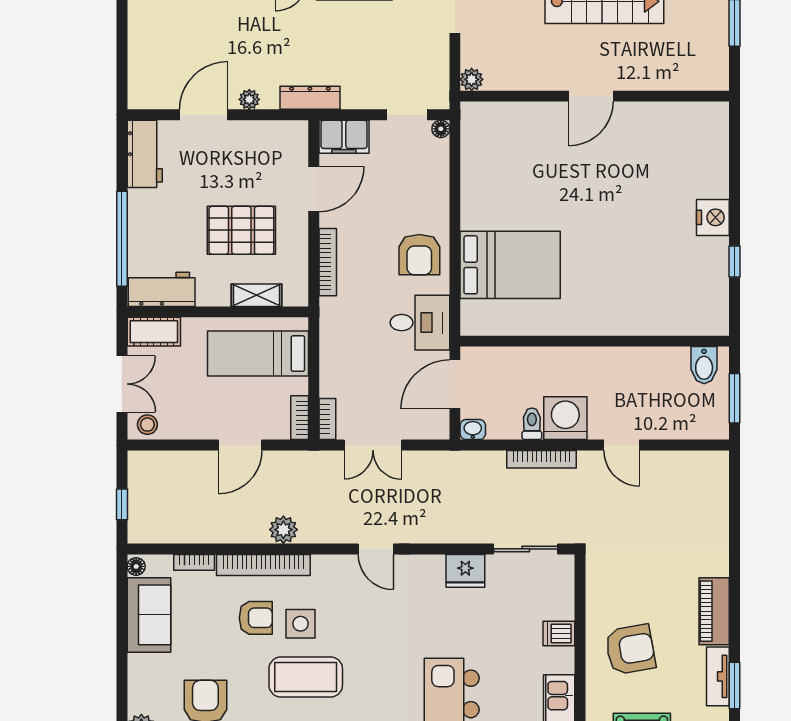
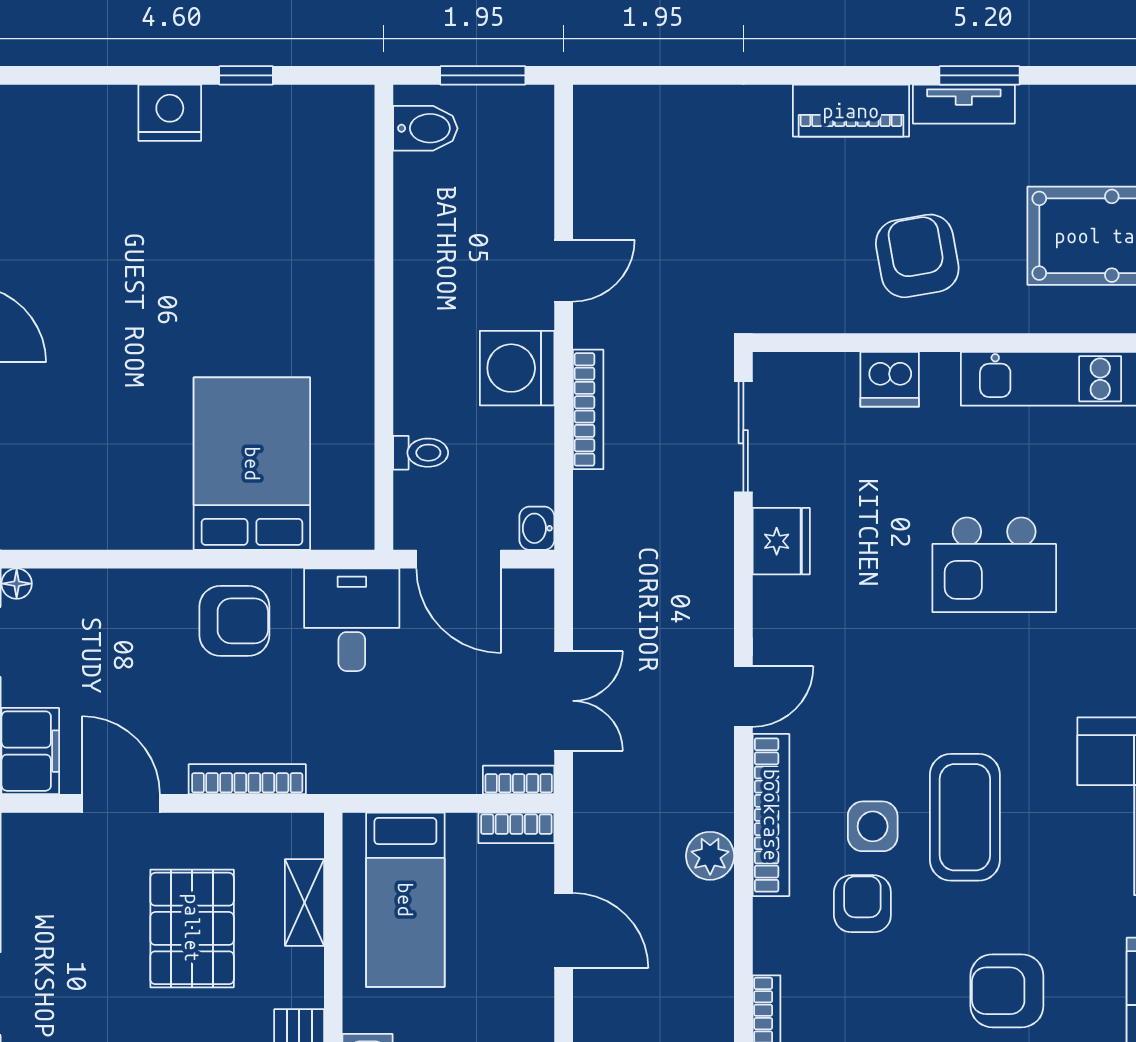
toilet: (532, 424) -> (421, 453), moved, turned 180
bookcase: (263, 565) -> (771, 815), moved
dishwasher: (559, 634) -> (890, 379), width x1.38

